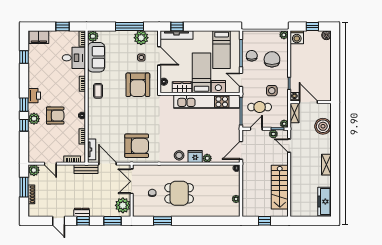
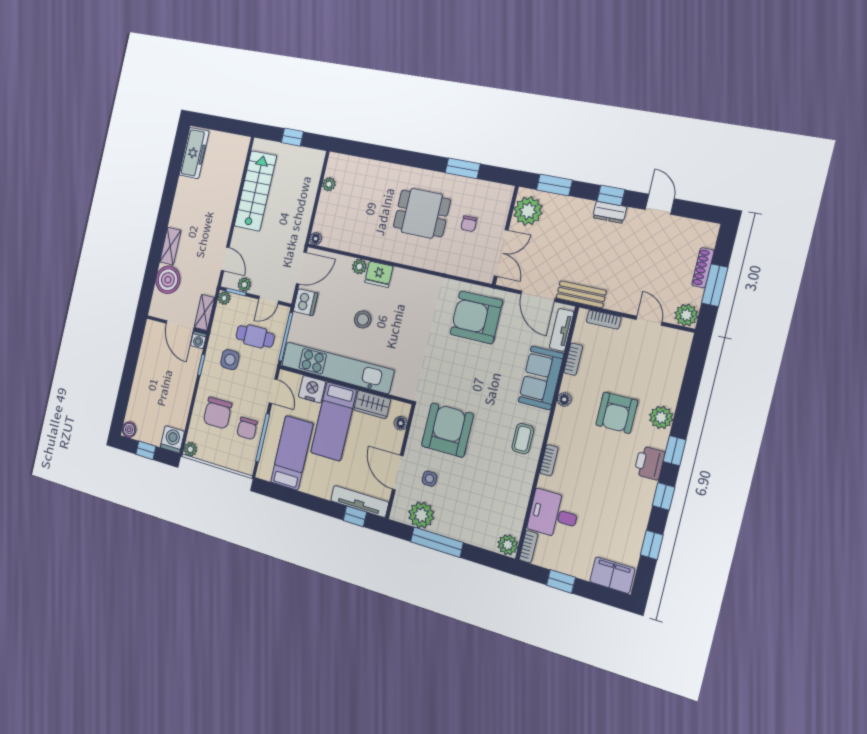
sofa: (96, 57) -> (541, 378), moved
armchair: (55, 116) -> (617, 413), turned -90
window: (24, 125) -> (663, 496), moved
dishwasher: (234, 132) -> (306, 302), added
stool: (179, 155) -> (363, 319), moved
shelving: (326, 165) -> (170, 246), moved

